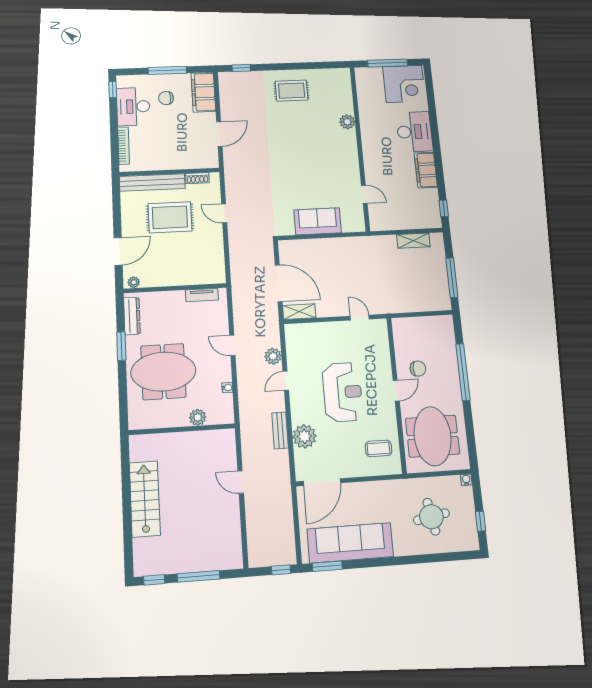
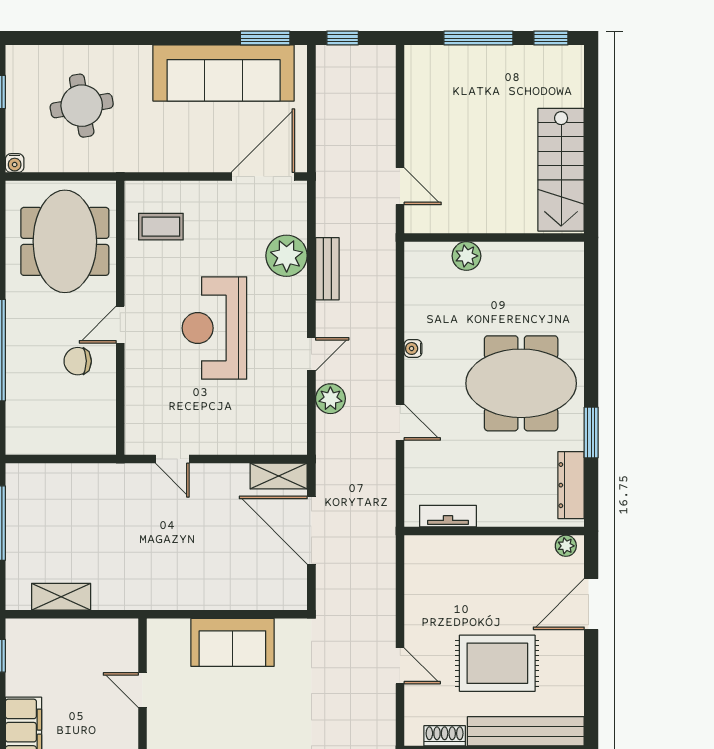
plant: (198, 417) -> (466, 256), moved
wall: (182, 429) -> (494, 237), moved

